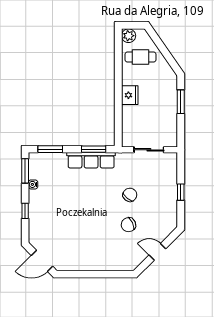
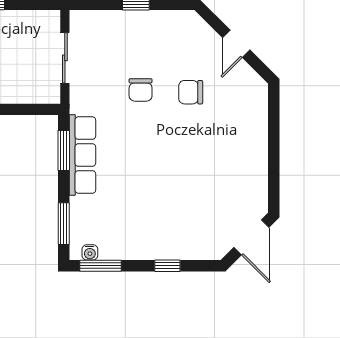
water cooler: (33, 184) -> (90, 252), moved
chair: (130, 195) -> (141, 90), turned -129
chair: (128, 225) -> (191, 92), turned 116

